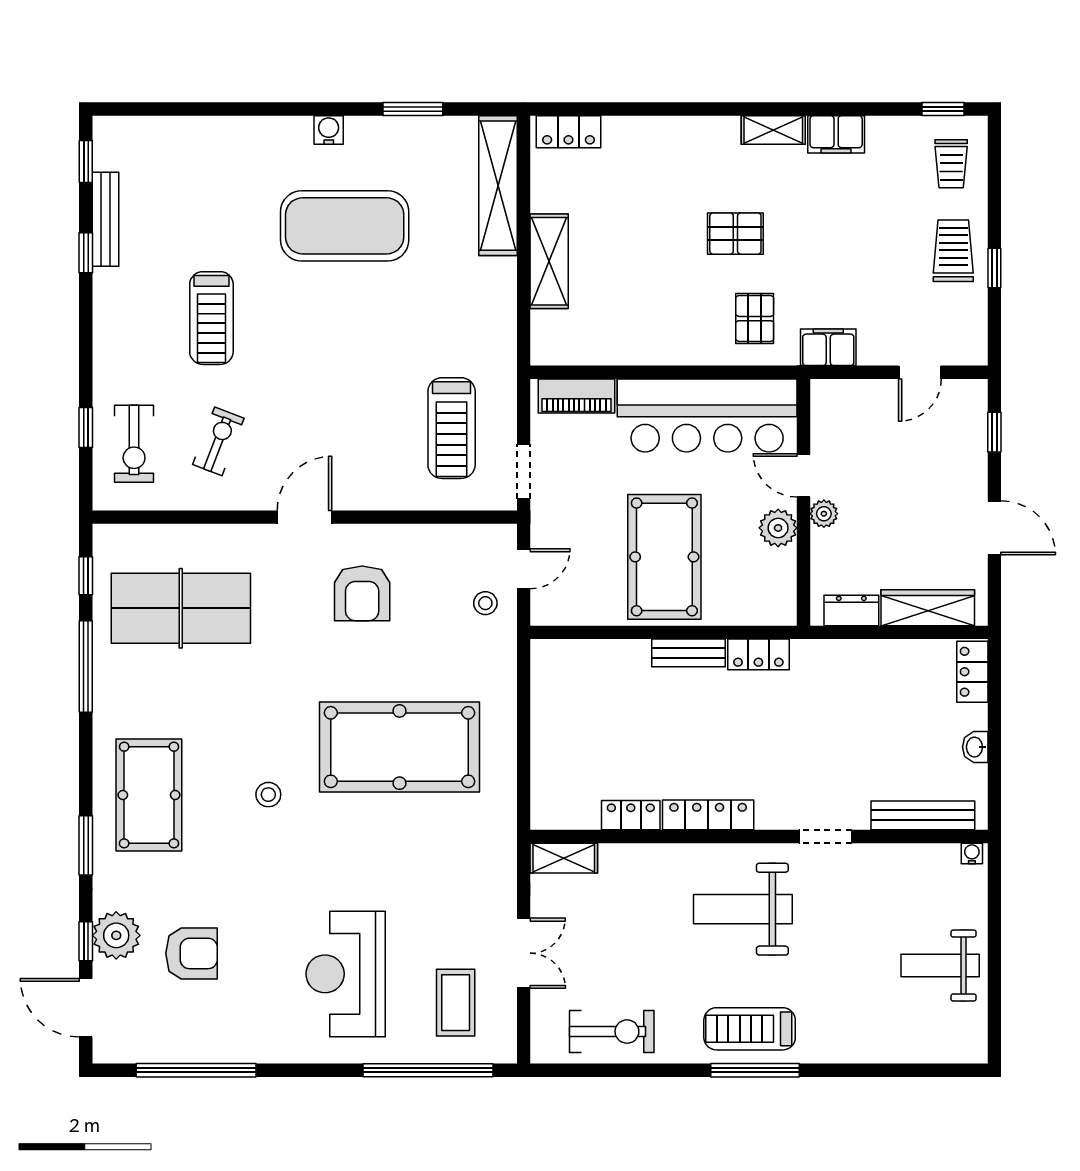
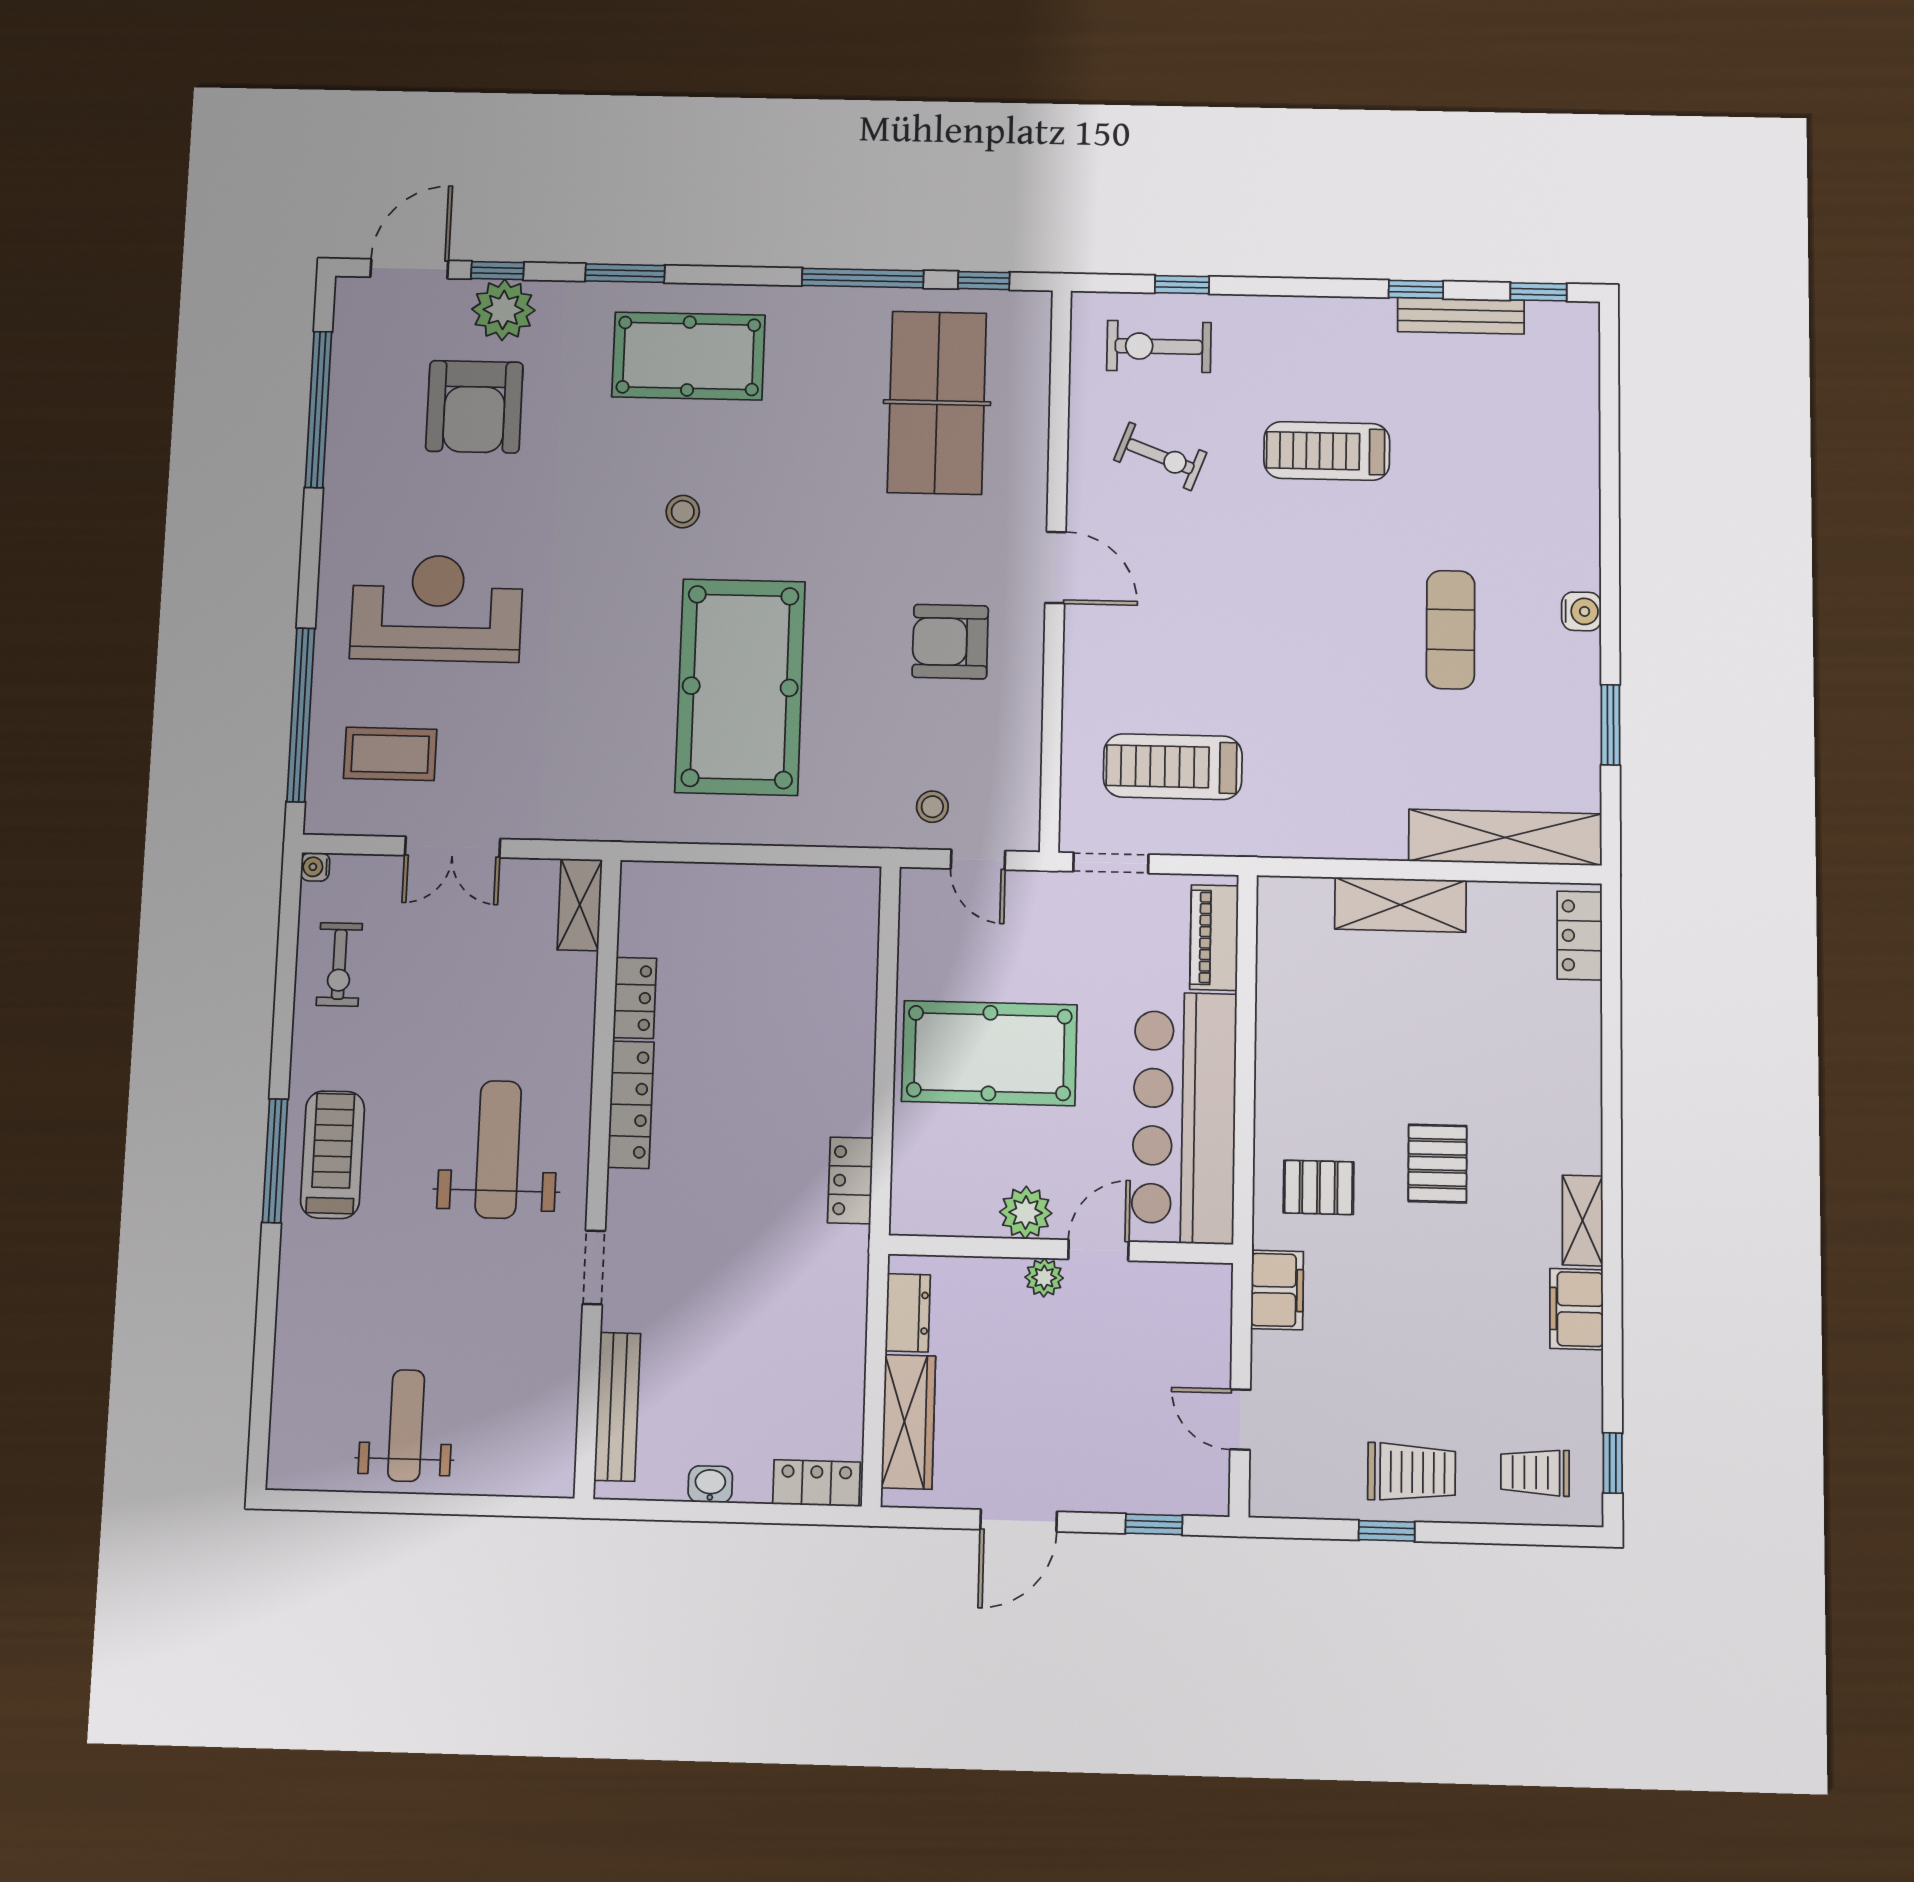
exercise mat: (345, 226) -> (1451, 630), width x0.50, depth x0.69
bench: (689, 653) -> (856, 1083), removed
water cooler: (972, 853) -> (315, 867), moved, turned 180
armchair: (192, 953) -> (474, 407), width x1.36, depth x1.36
exercise bike: (612, 1032) -> (339, 964), width x0.73, depth x0.72

